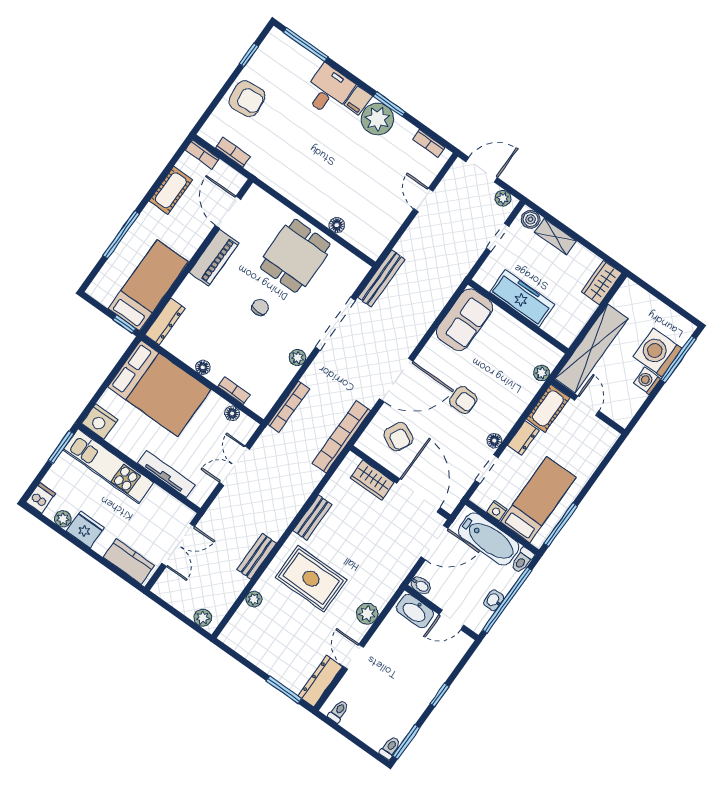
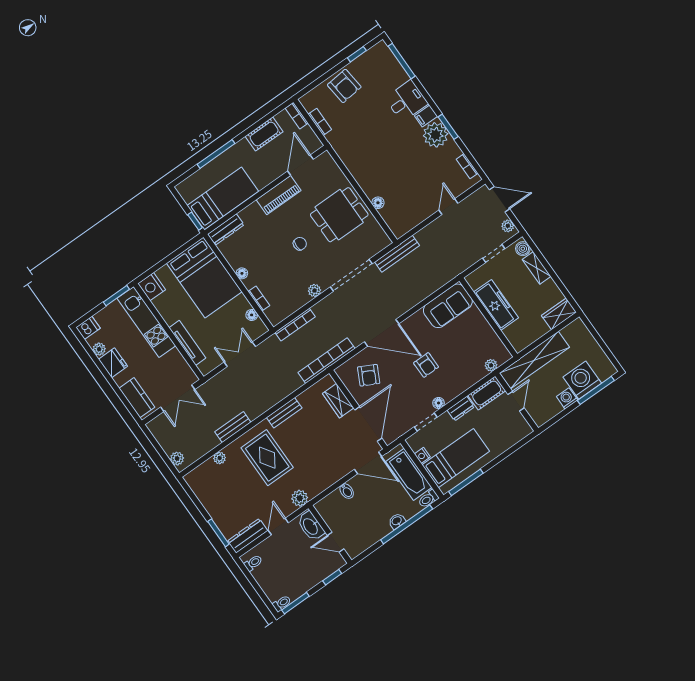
washbasin: (415, 611) -> (311, 526), moved
wall: (441, 613) -> (330, 534), moved
door: (451, 620) -> (336, 542), moved

